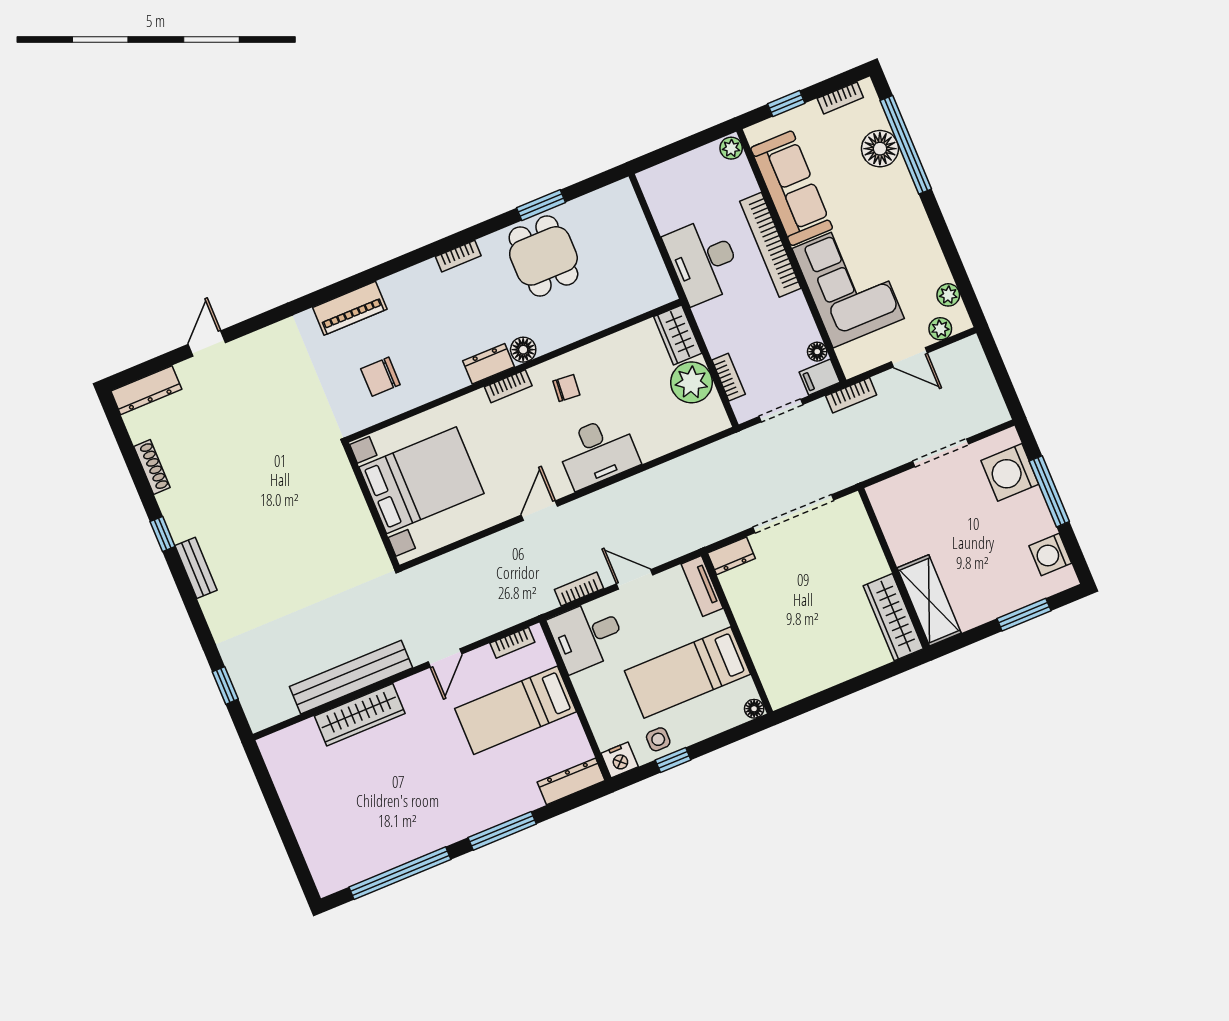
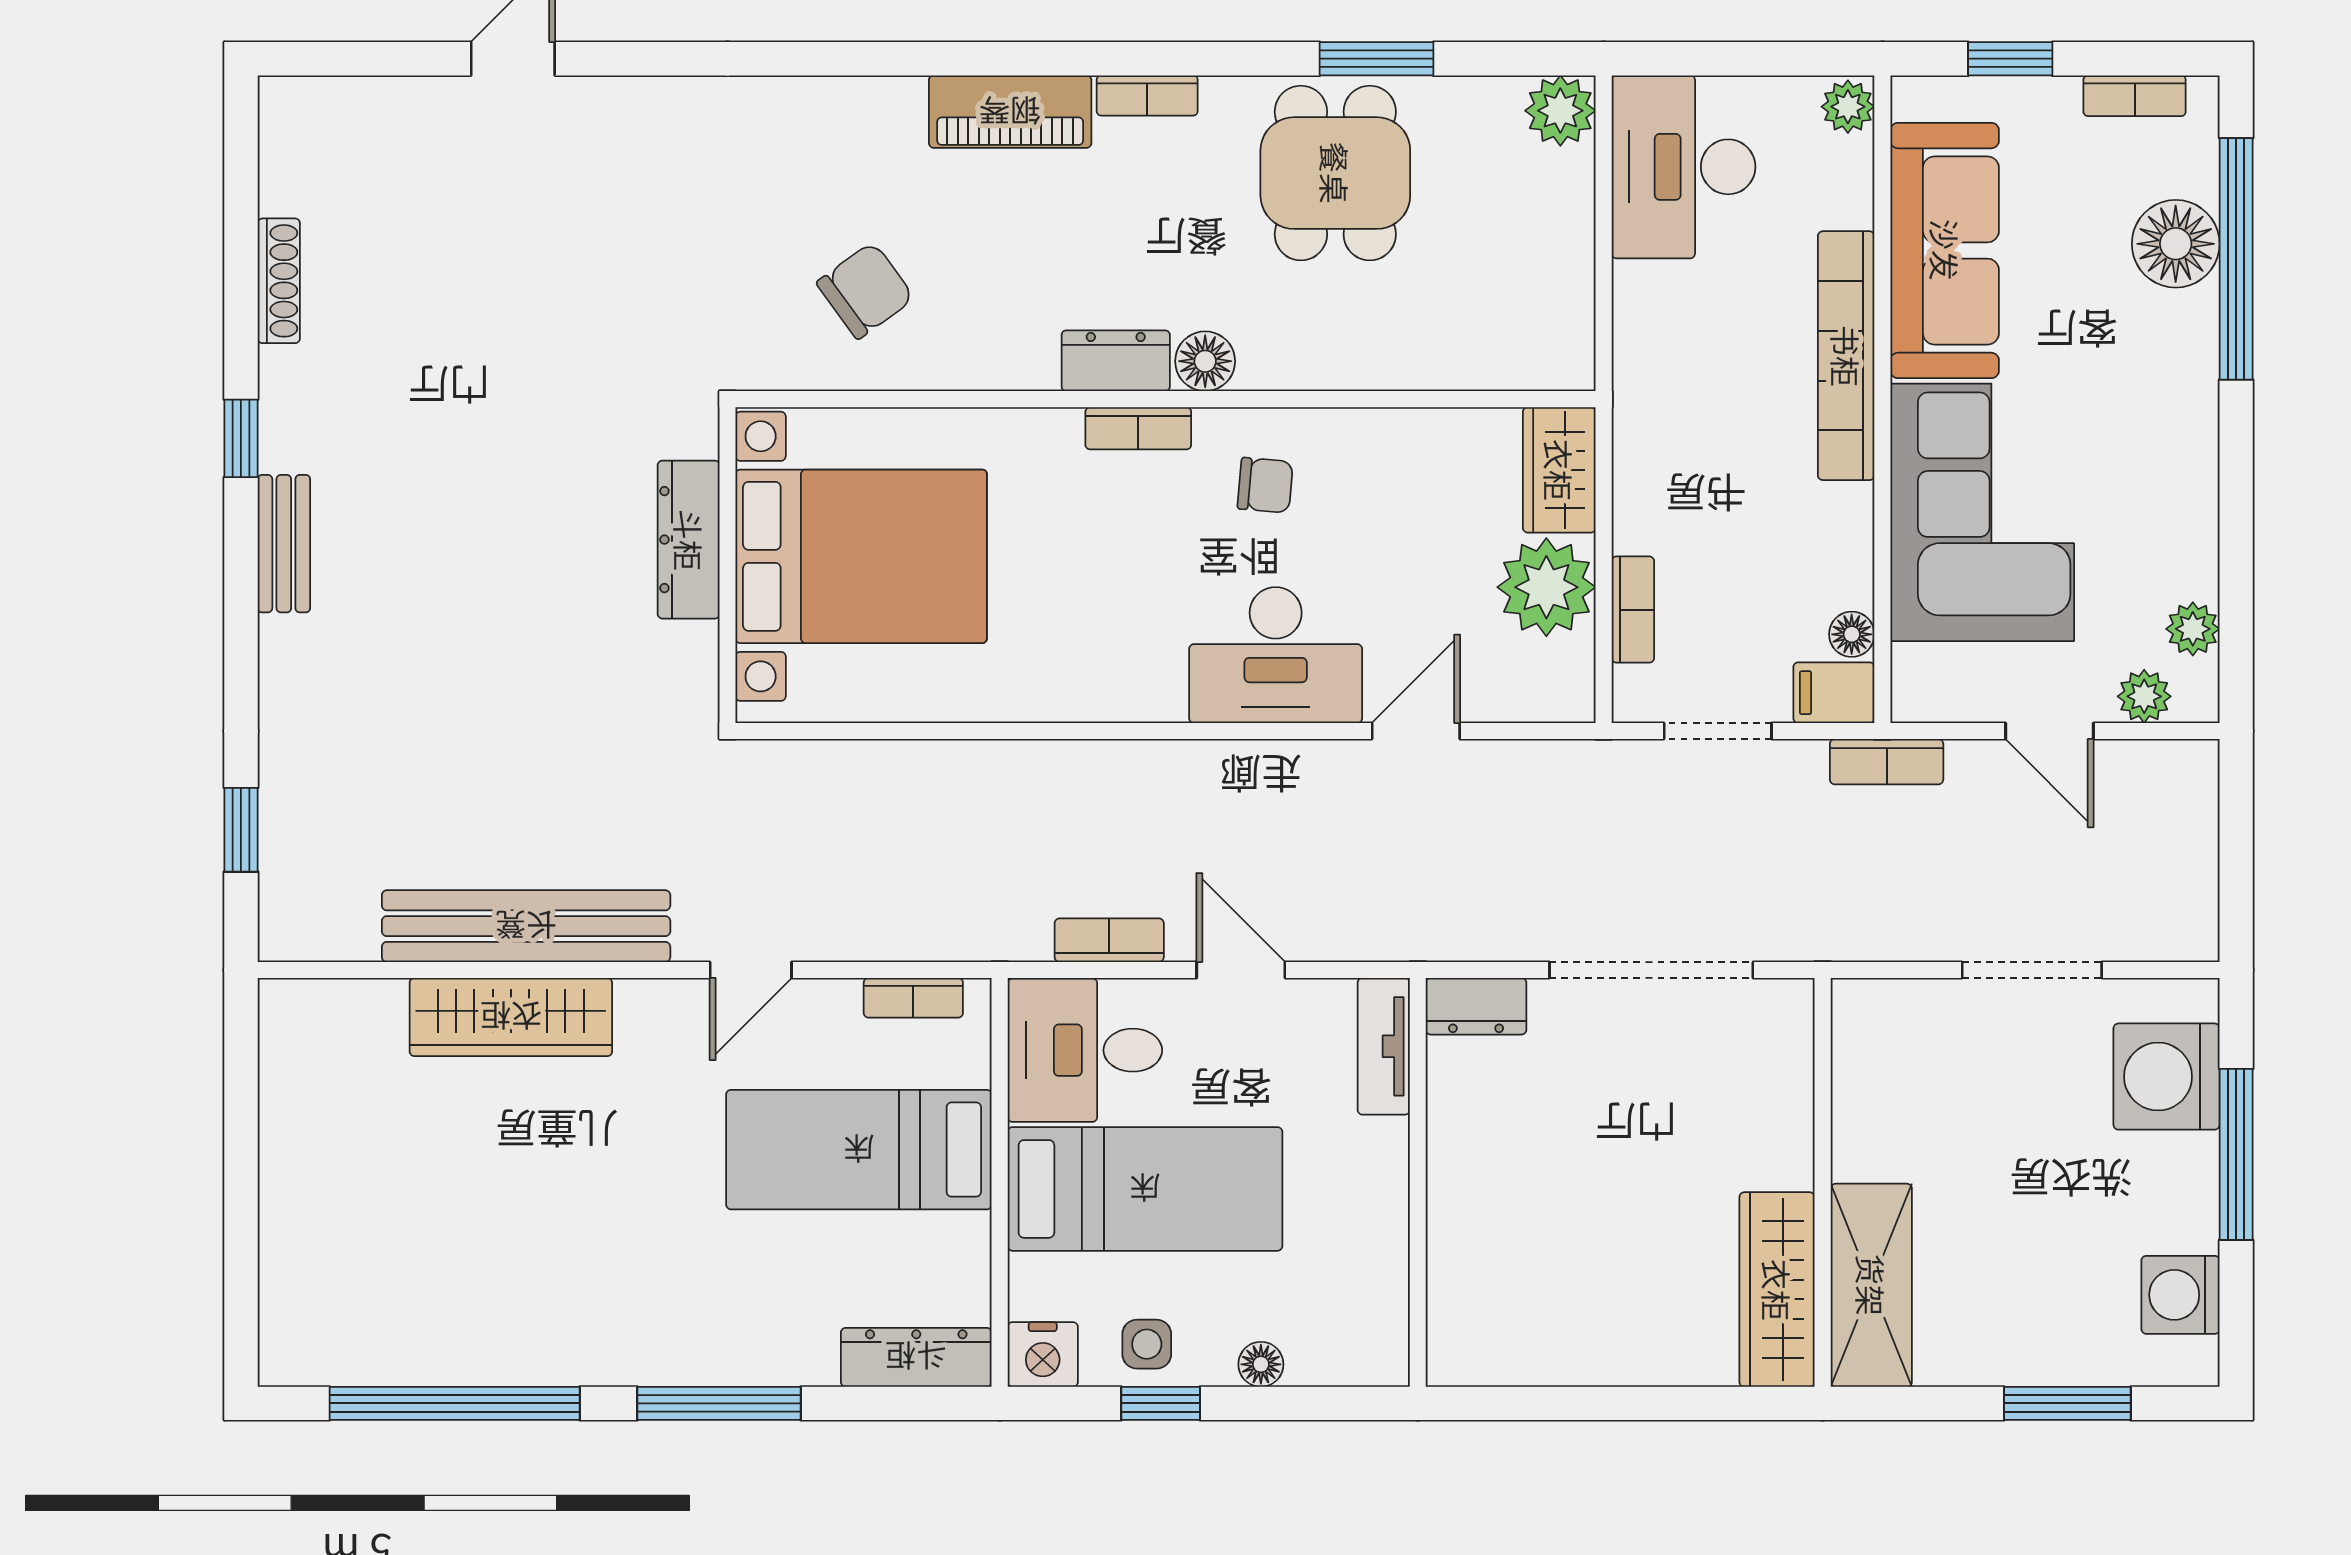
plant: (620, 196) -> (1560, 111), added
desk: (703, 261) -> (1684, 167), moved
piano: (350, 308) -> (1010, 112), moved
chair: (380, 377) -> (865, 290), turned 144
dresser: (146, 390) -> (689, 540), moved, turned 90
door: (539, 511) -> (1416, 731), moved
bed: (687, 673) -> (1145, 1189), moved, turned 180
floor lamp: (754, 709) -> (1261, 1364), moved

